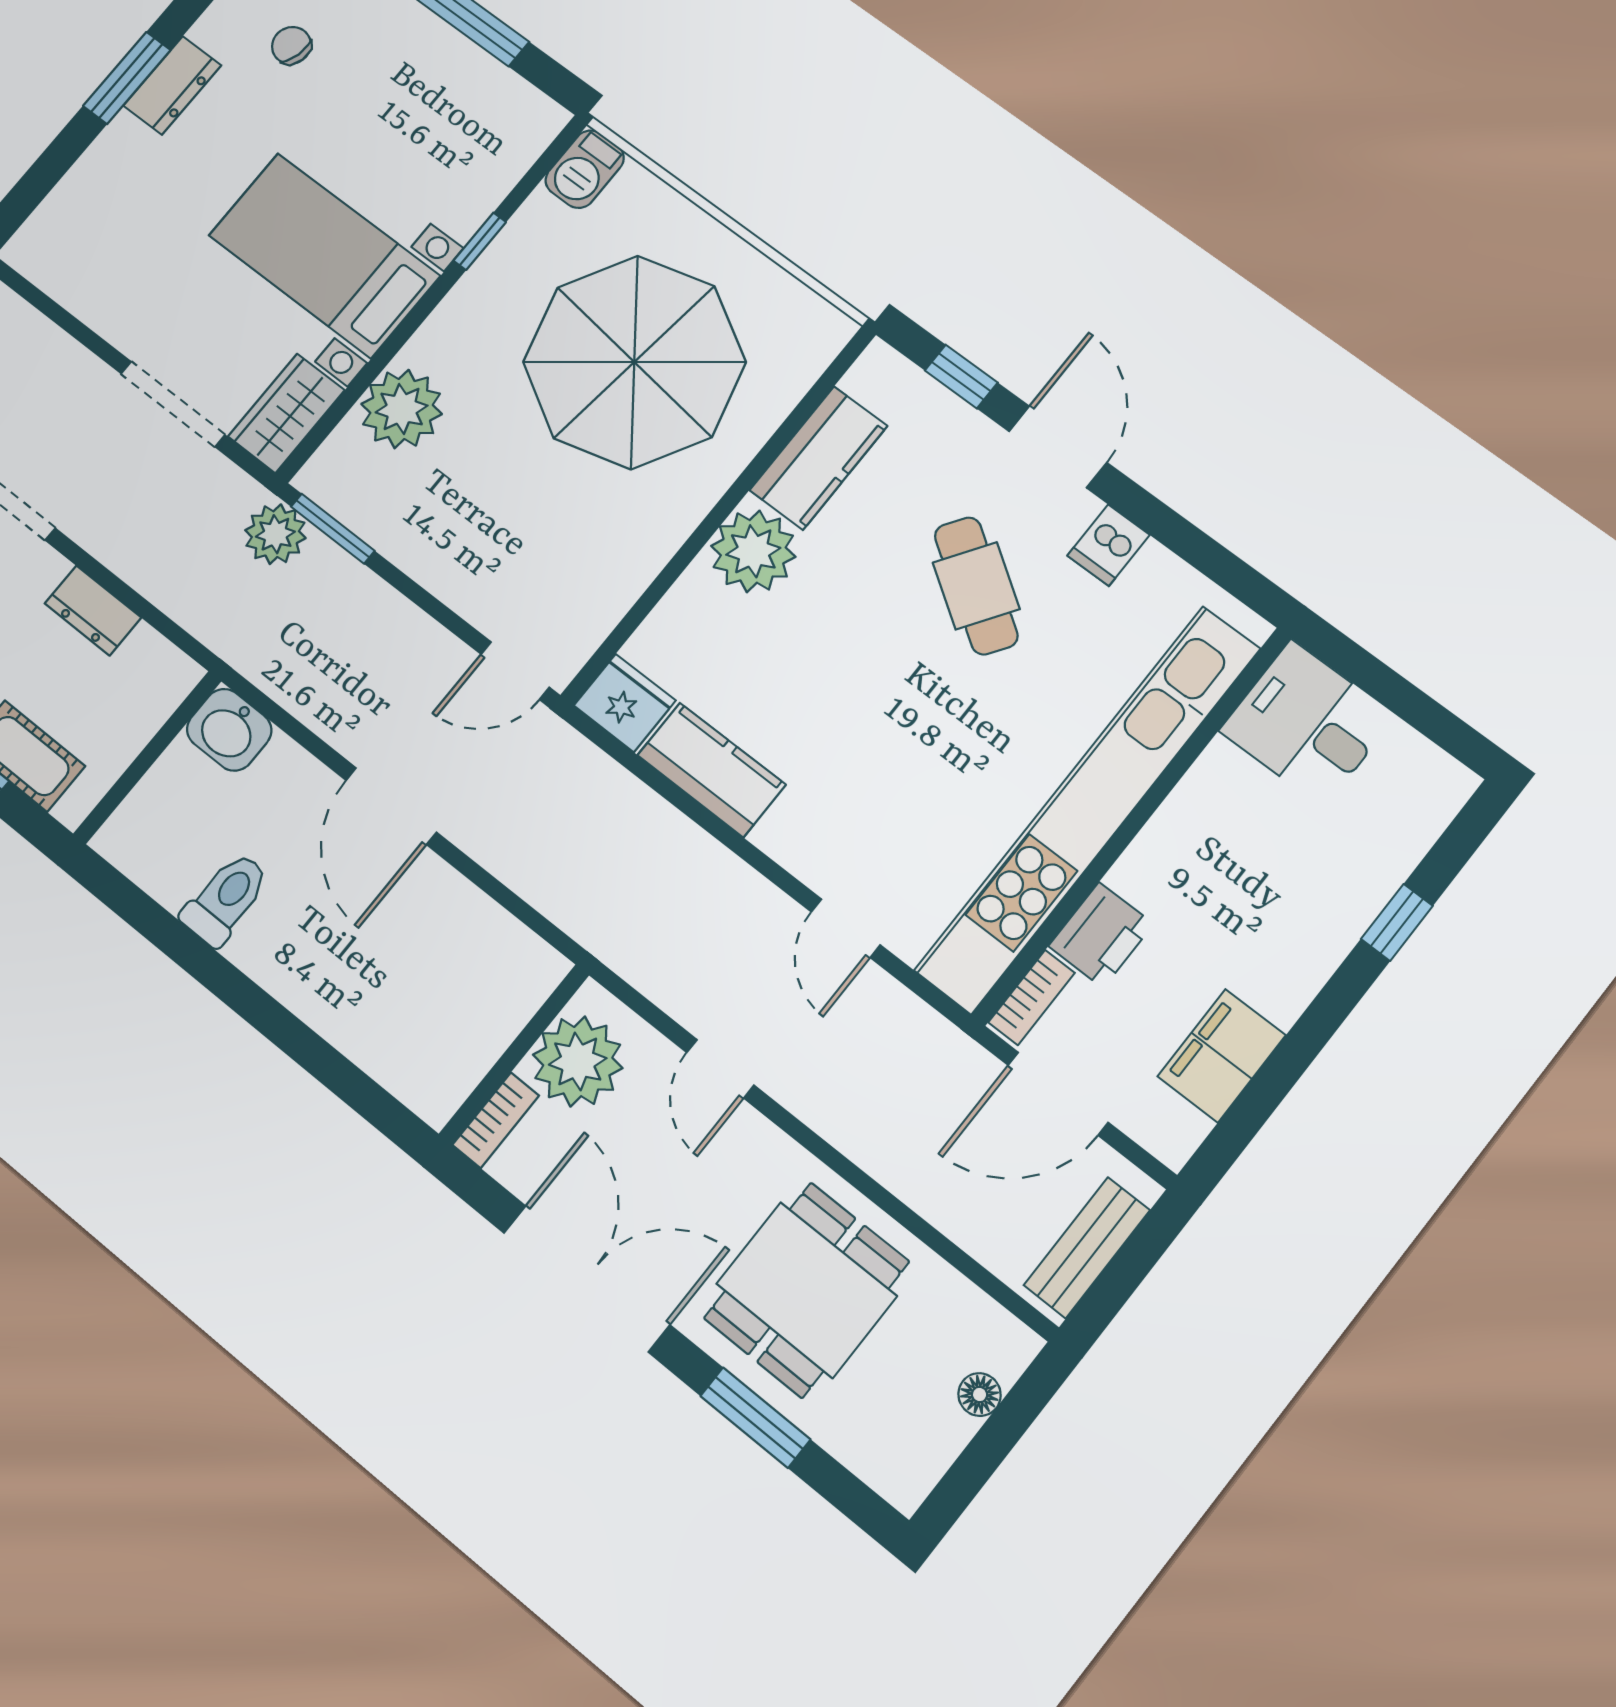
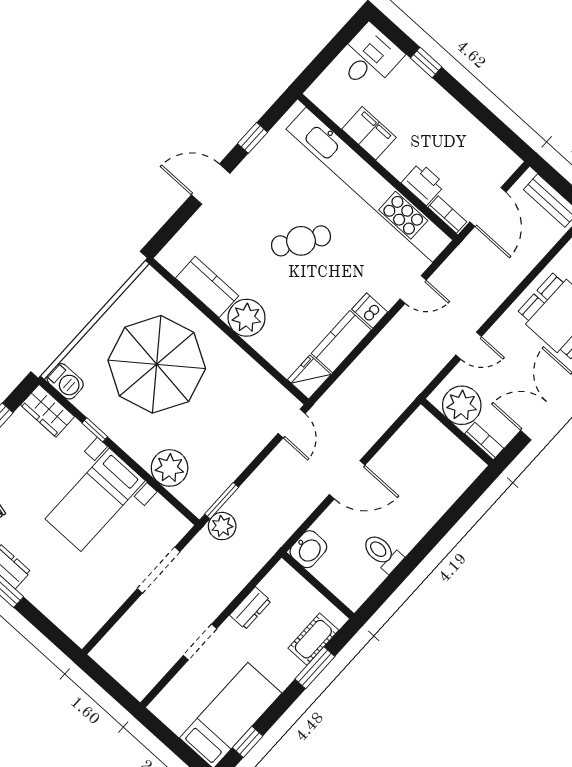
window: (961, 377) -> (252, 138), moved
wardrobe: (286, 413) -> (47, 411), moved
dishwasher: (1108, 545) -> (370, 311), moved, turned 180
cafe table: (976, 586) -> (301, 241), moved
desk: (1307, 723) -> (369, 58), moved, turned 180
filing cabinet: (1222, 1056) -> (369, 133), moved, turned 180

